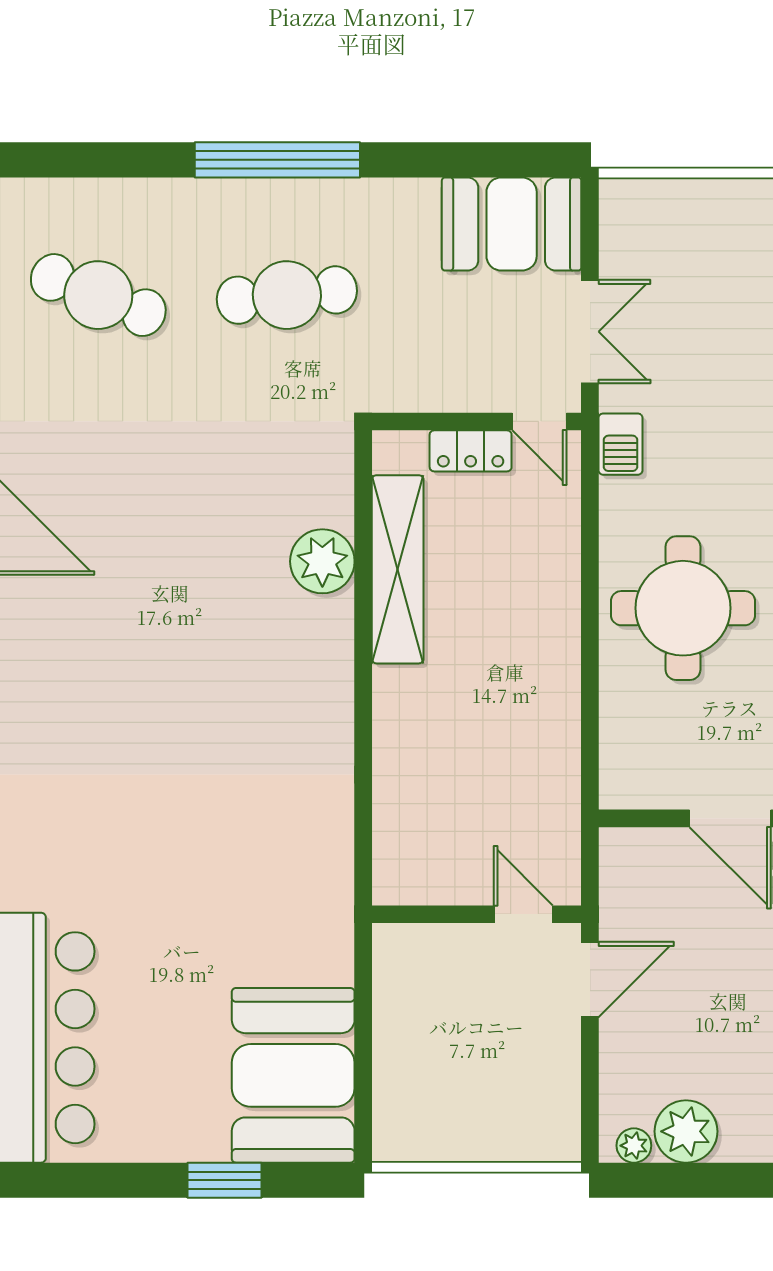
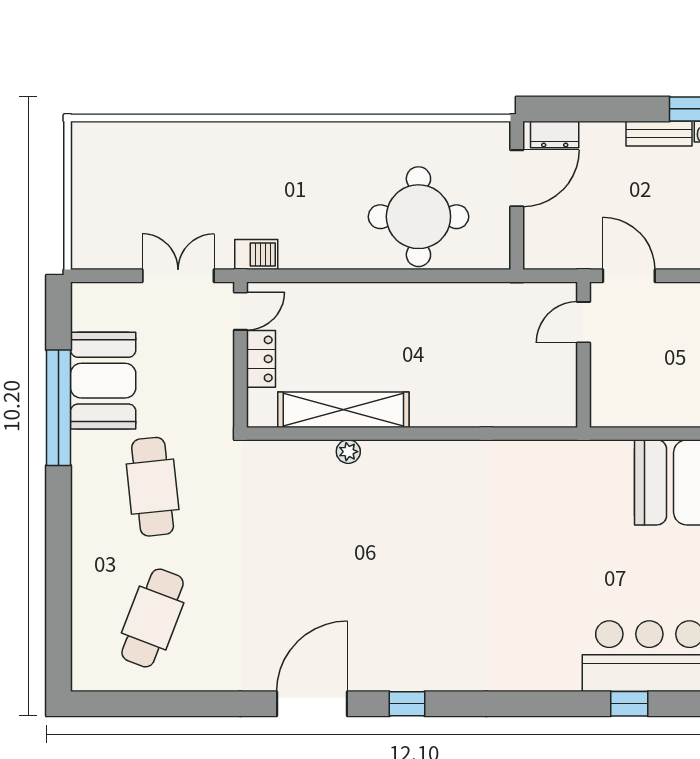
window: (277, 160) -> (58, 408), moved
booth: (512, 224) -> (103, 381), moved
plant: (322, 561) -> (348, 452), width x0.53, depth x0.53
round table: (683, 608) -> (418, 217), moved

